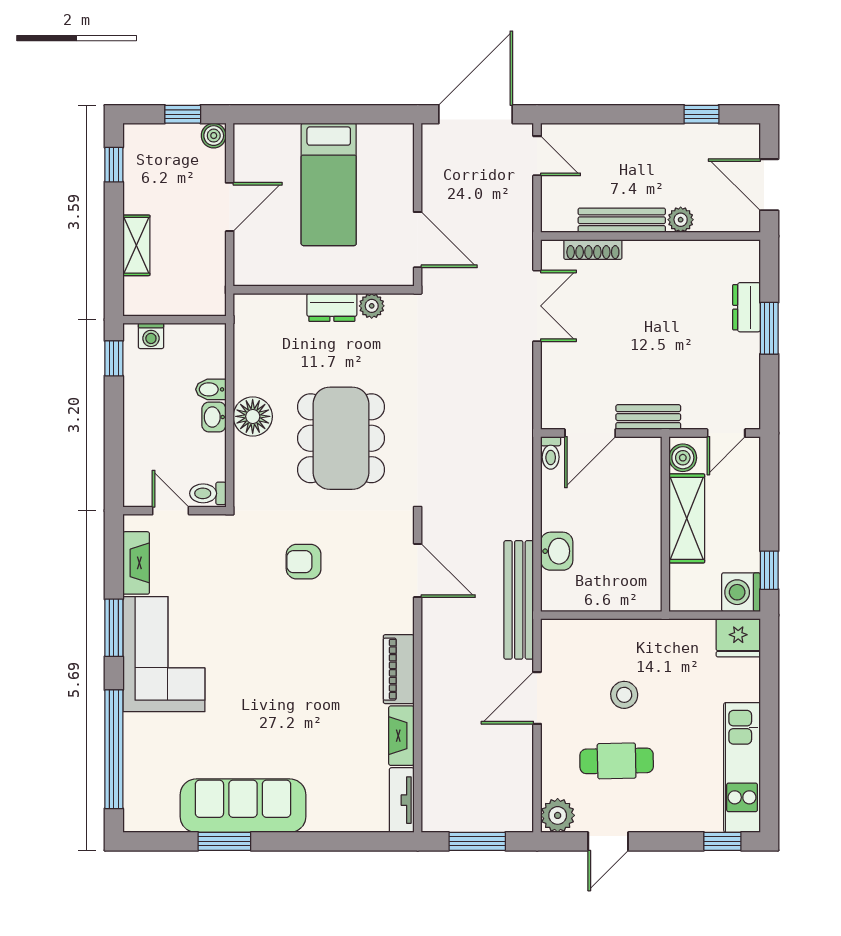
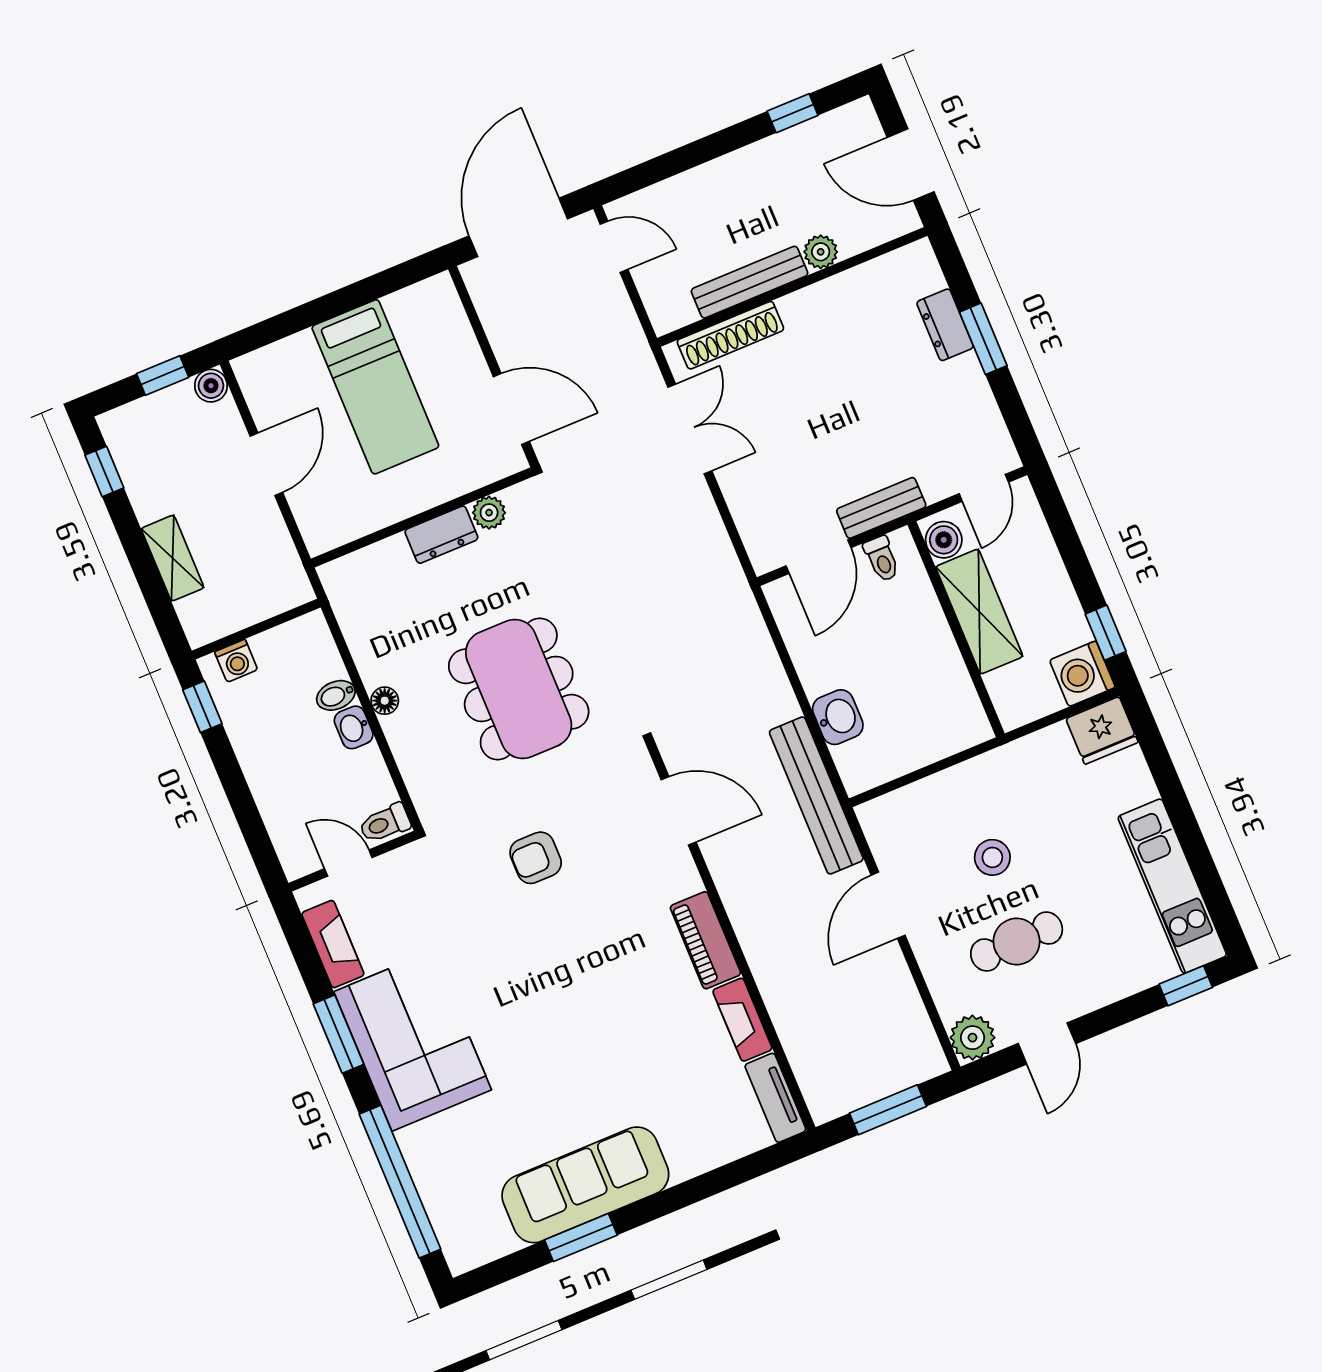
shoe rack: (593, 250) -> (730, 335), width x1.36, depth x1.24
floor lamp: (253, 416) -> (385, 701), width x0.53, depth x0.53
toilet: (551, 453) -> (882, 559), moved

